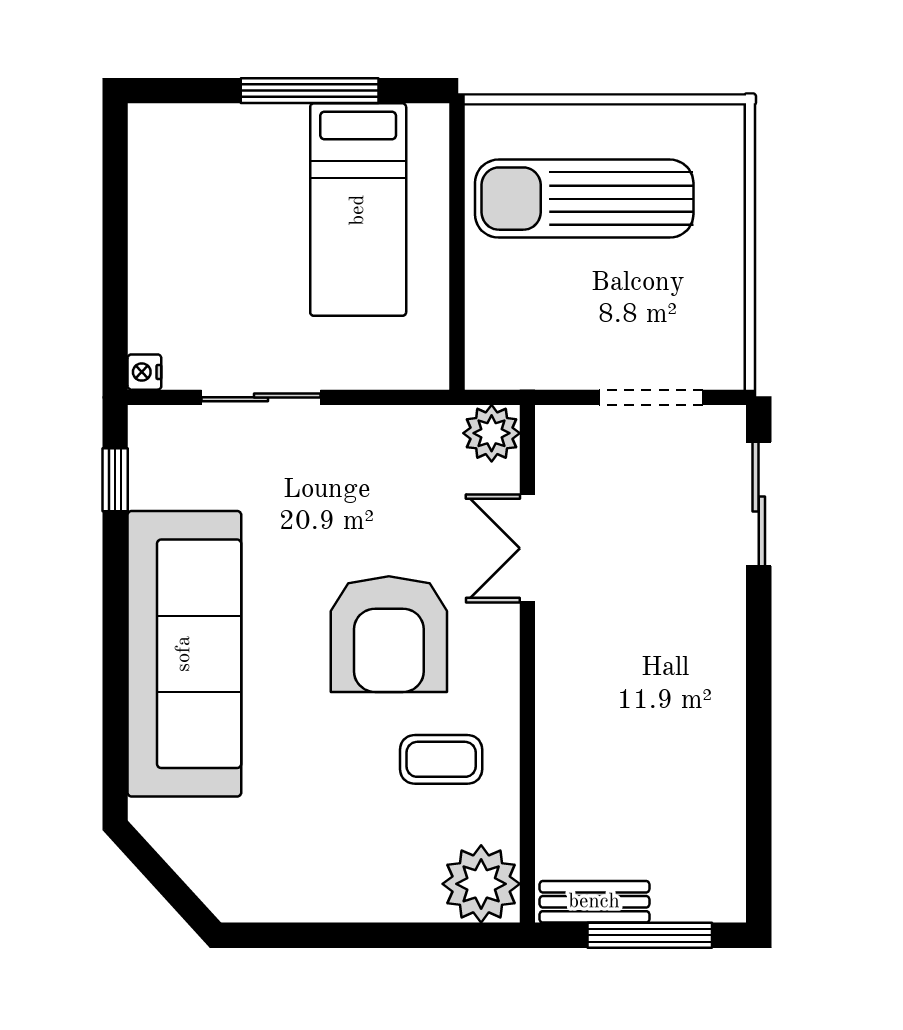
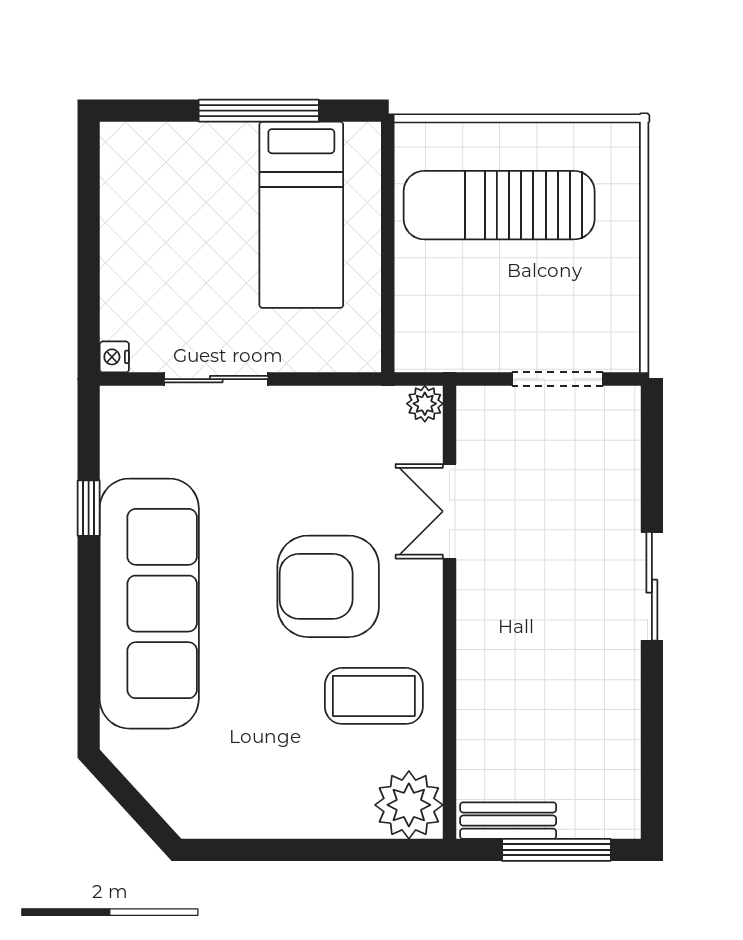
plant: (492, 433) -> (425, 404), width x0.73, depth x0.73
window: (115, 480) -> (89, 508), moved
sliding door: (759, 504) -> (652, 586), moved
armchair: (389, 634) -> (328, 586), turned 90
coffee table: (441, 759) -> (374, 696), width x1.36, depth x1.30

